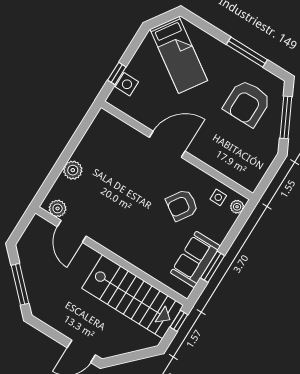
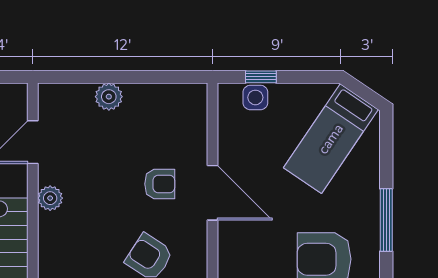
armchair: (143, 172) -> (160, 184), added
plant: (58, 208) -> (50, 198), moved

